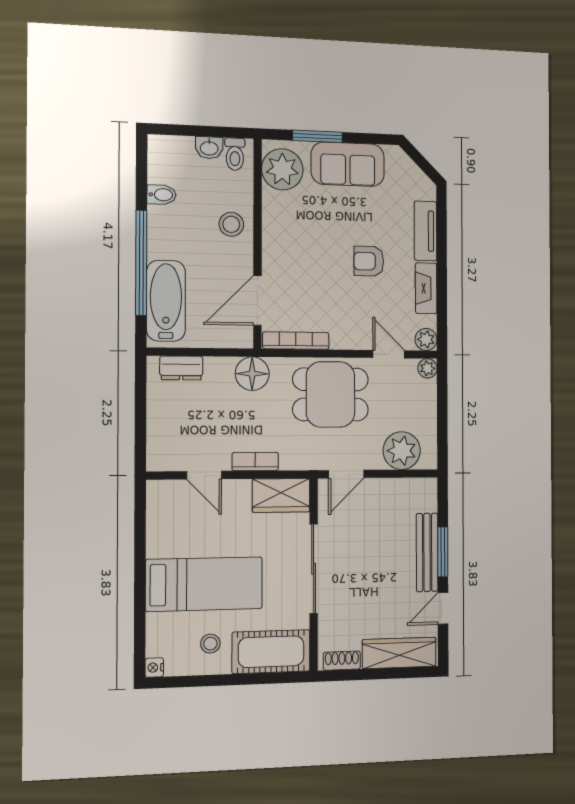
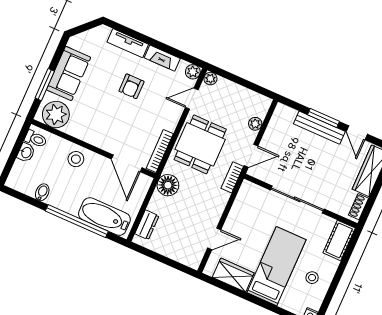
plant: (402, 451) -> (255, 124), width x0.53, depth x0.53
bookcase: (255, 461) -> (232, 177), moved
door: (346, 474) -> (251, 156), hinge flipped
wardrobe: (281, 495) -> (233, 275), moved, turned -90
cot: (271, 652) -> (339, 240), width x0.73, depth x0.75

